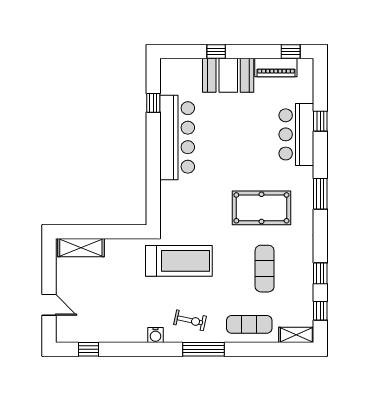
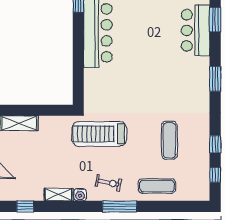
window: (320, 121) -> (215, 19), width x1.50
pool table: (261, 208) -> (167, 91), removed
treadmill: (179, 261) -> (99, 134), turned 180
shelving: (296, 335) -> (59, 195), moved

